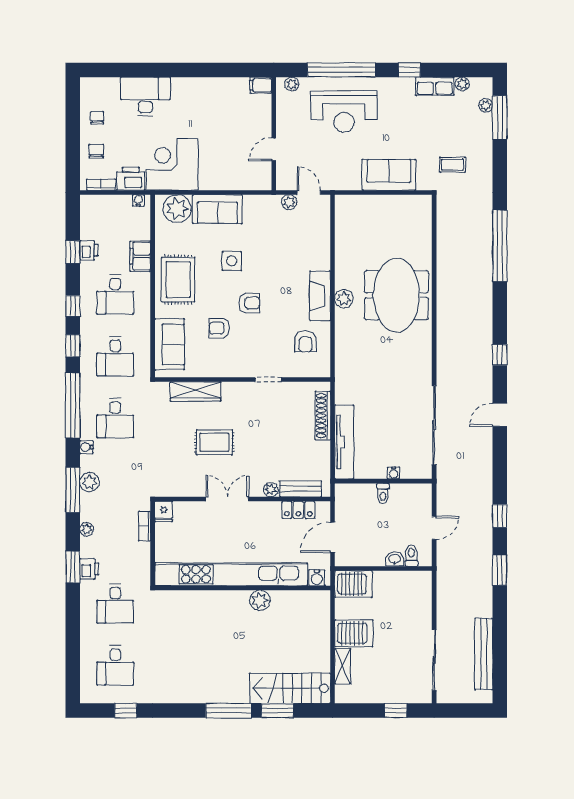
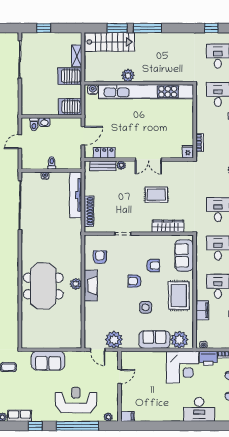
plant: (289, 202) -> (114, 340), width x1.88, depth x1.88
kitchen unit: (231, 574) -> (146, 92), moved
water cooler: (317, 578) -> (93, 89), moved
wall: (243, 588) -> (139, 83), moved
plant: (260, 600) -> (128, 75), moved

